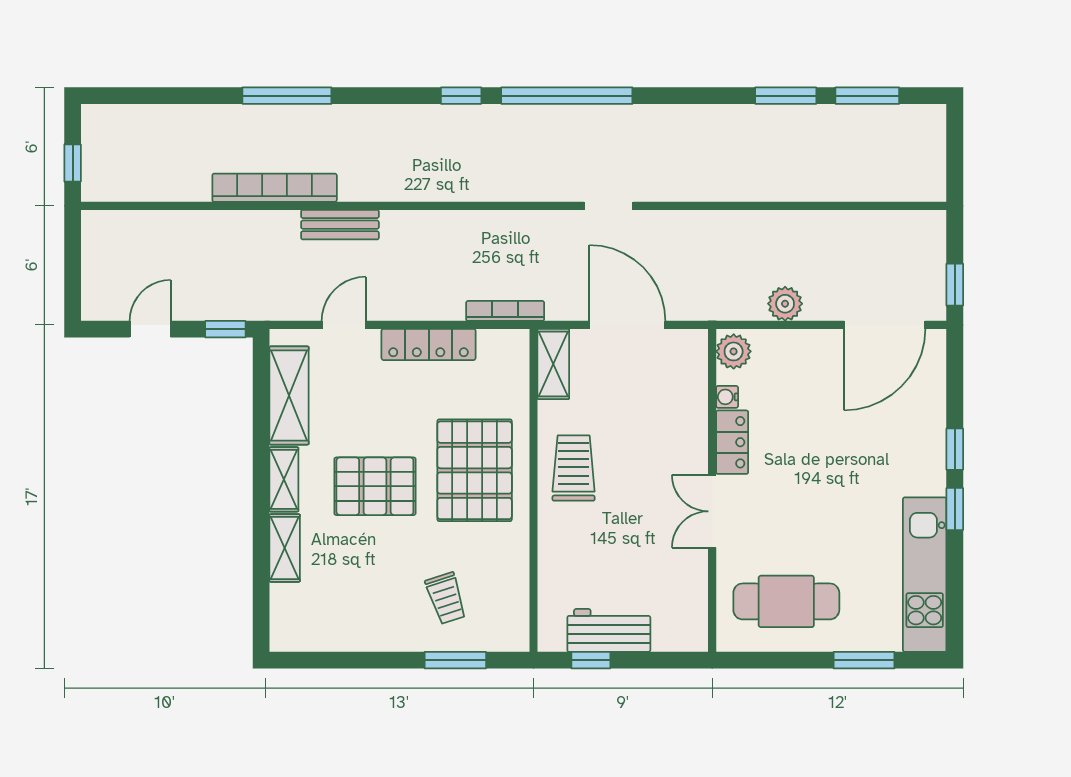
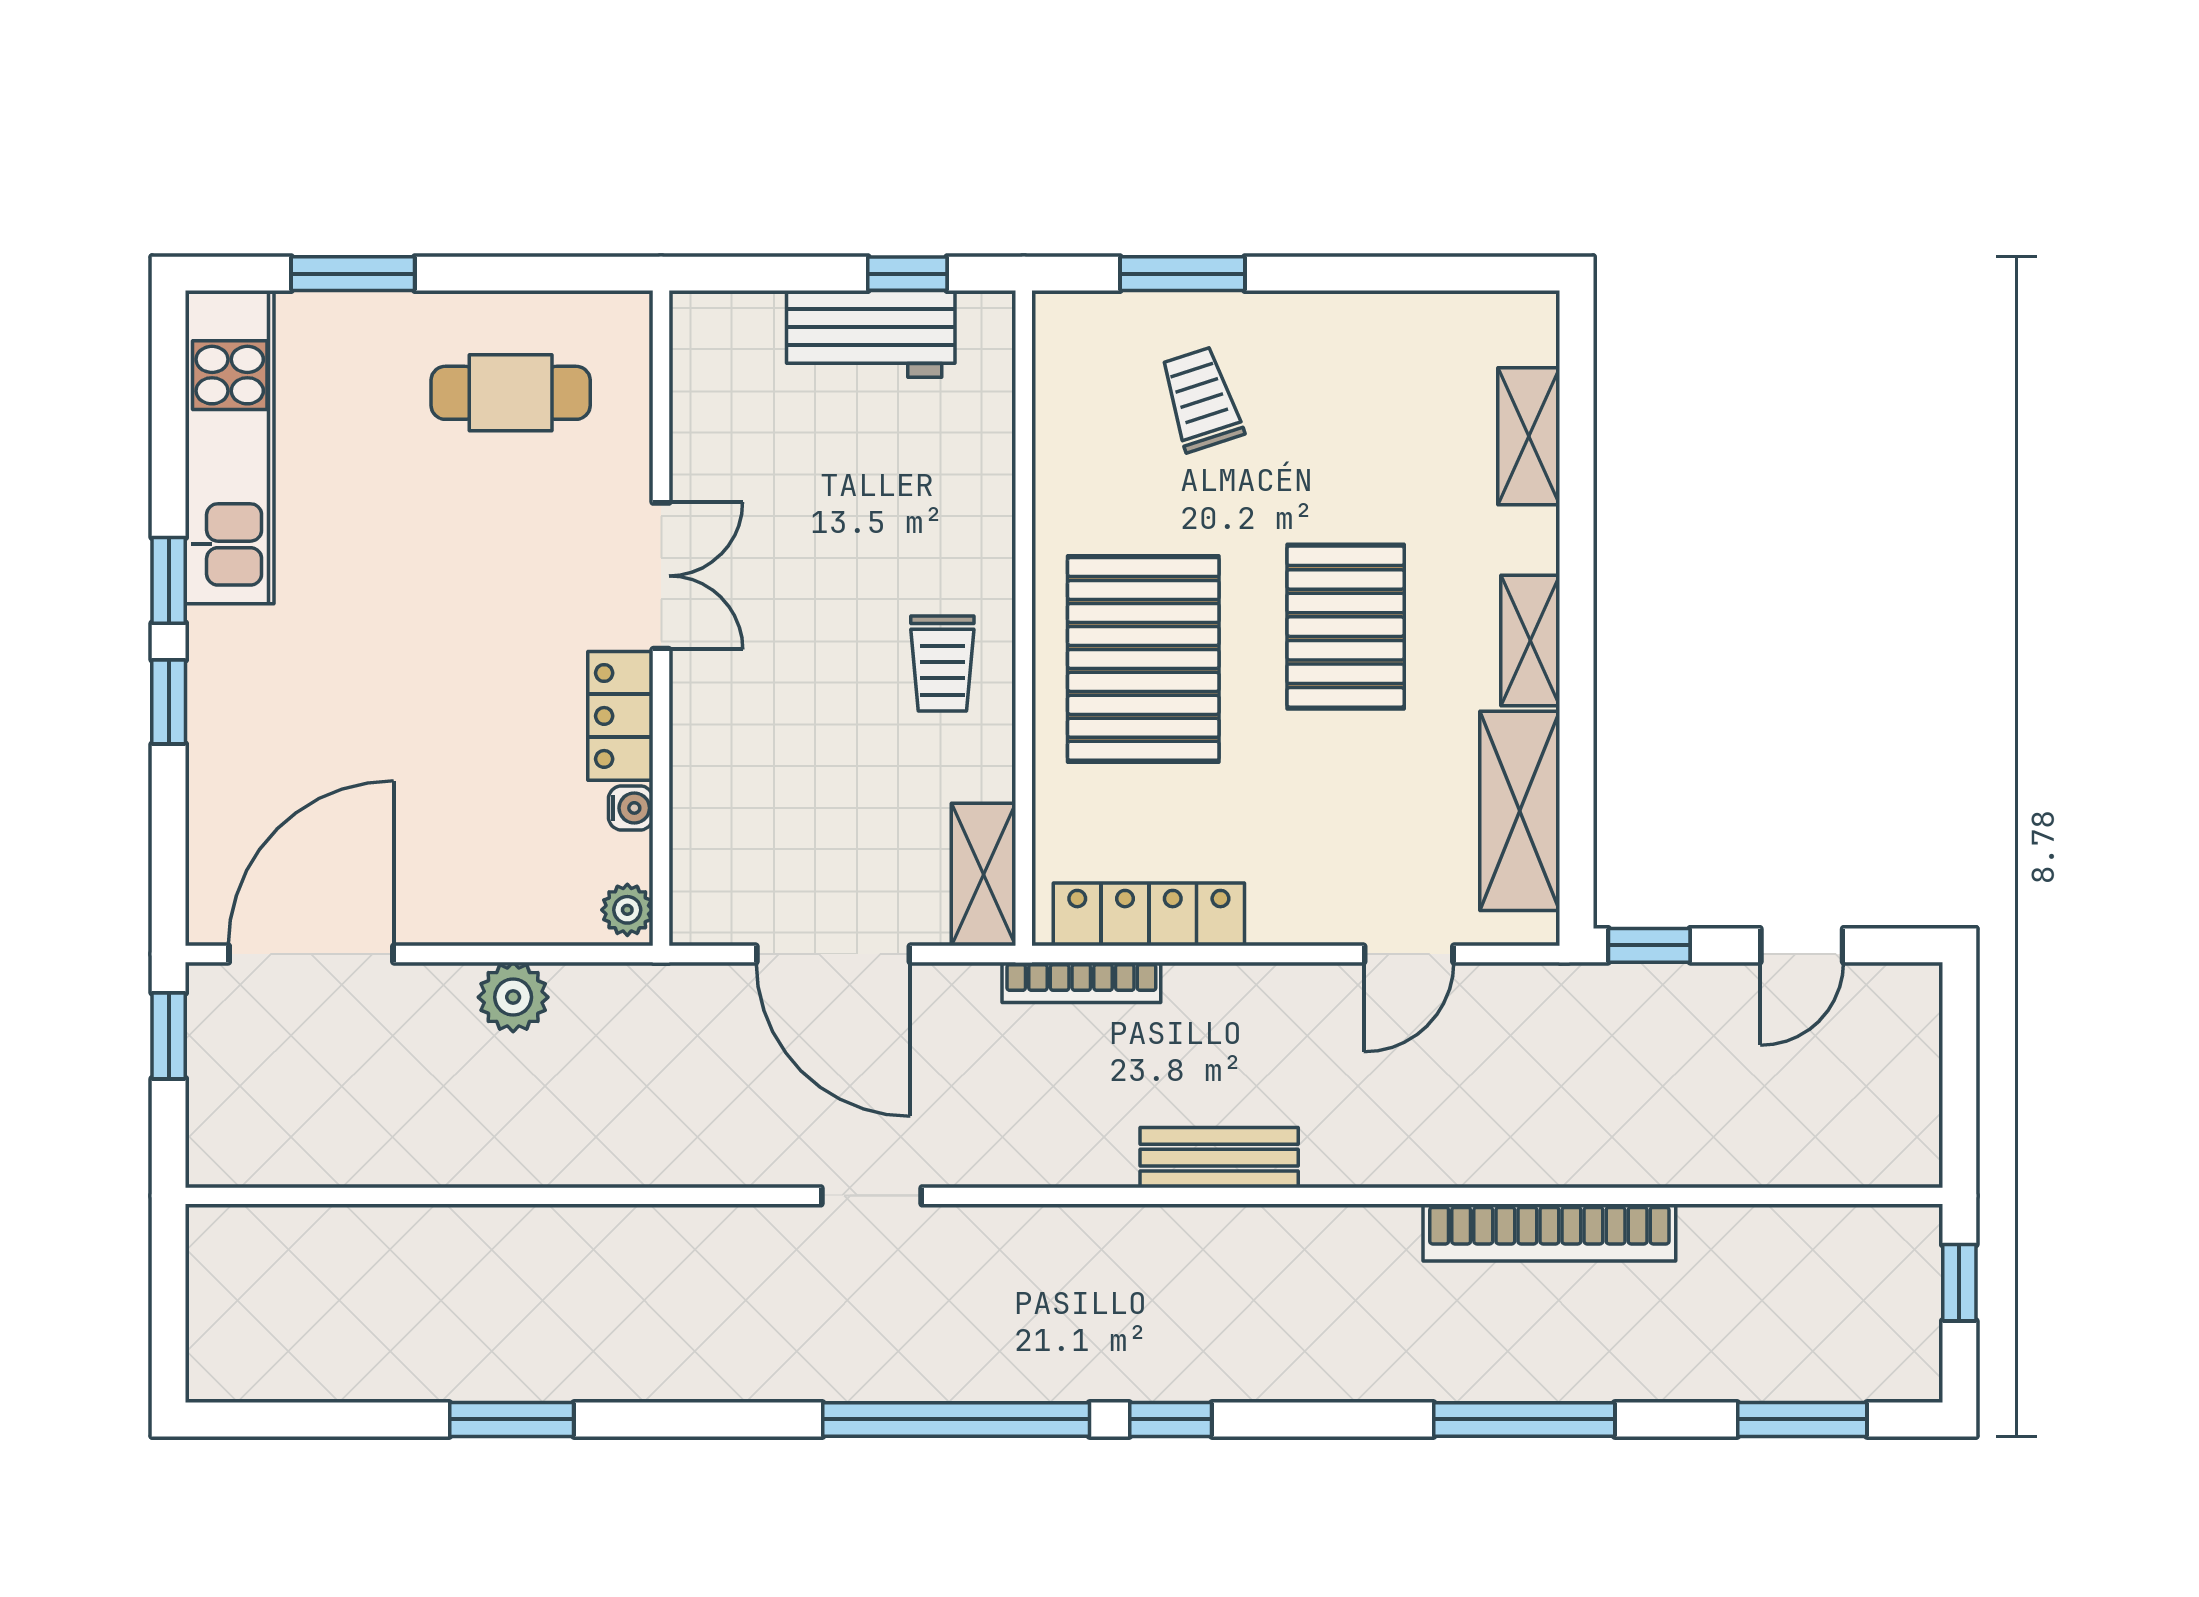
window: (867, 96) -> (1802, 1419), moved
bench: (340, 225) -> (1219, 1158), moved
locker: (429, 344) -> (1149, 914), moved
plant: (734, 351) -> (627, 910), width x0.73, depth x0.73
trolley: (574, 468) -> (942, 663), width x0.73, depth x0.72
pallet: (375, 486) -> (1346, 627), turned 90
shelving: (285, 548) -> (1529, 436), moved
cafe table: (786, 601) -> (511, 393), width x0.73, depth x0.74

